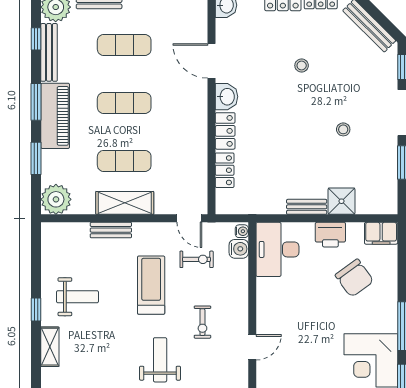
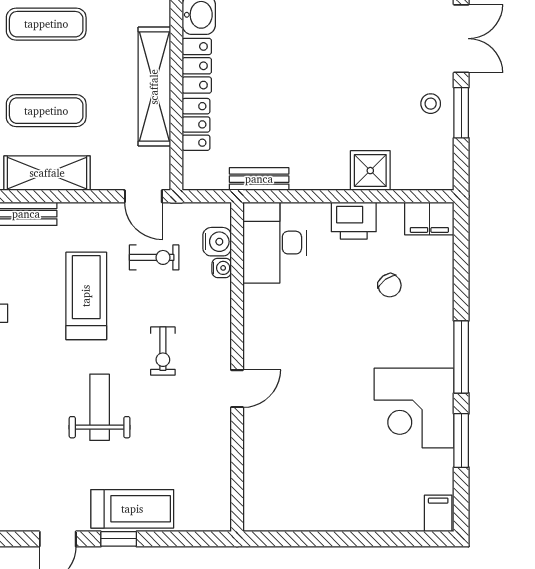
stool: (343, 129) -> (431, 104), moved
shelving: (197, 145) -> (154, 87), added
bench: (307, 207) -> (259, 179), moved
water cooler: (242, 231) -> (222, 268), moved
chair: (354, 278) -> (390, 285), width x0.54, depth x0.54

